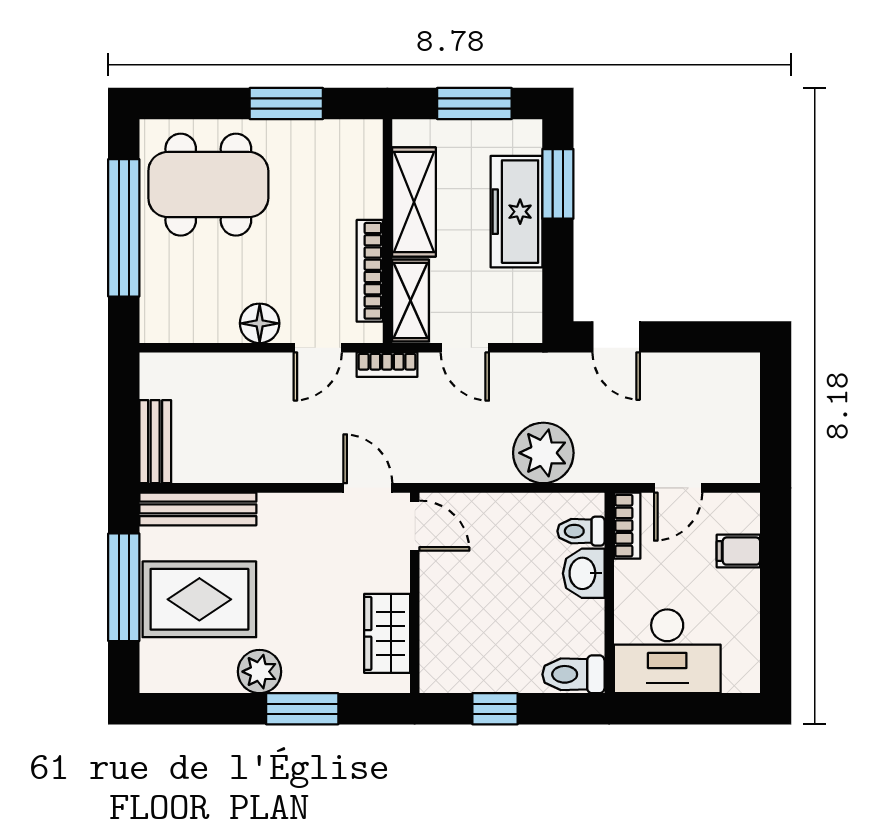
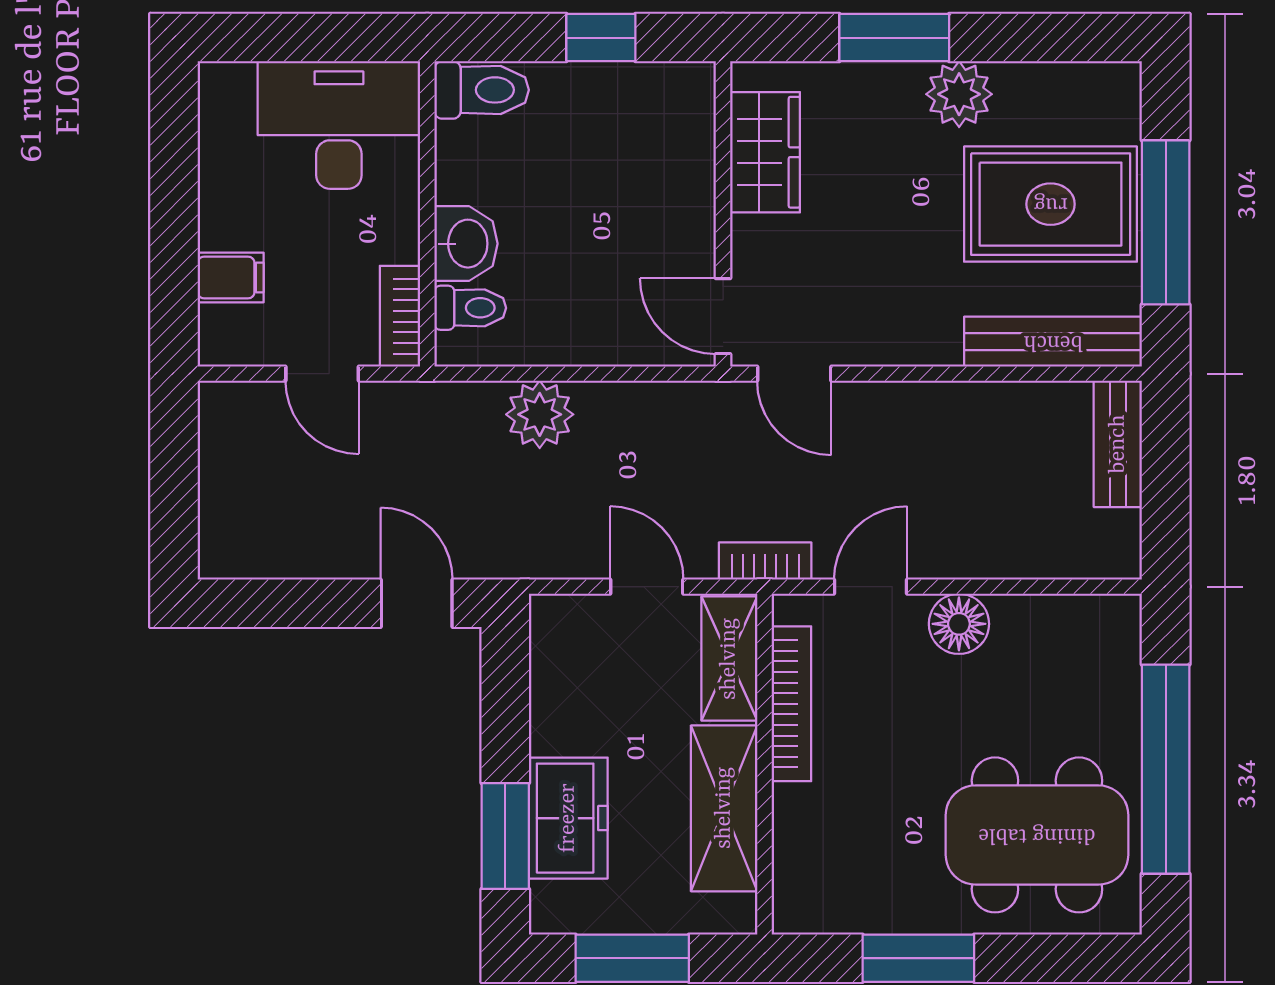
freezer: (516, 212) -> (568, 818), width x0.71
plant: (543, 453) -> (540, 414), width x0.73, depth x0.73
door: (678, 488) -> (322, 374), swing flipped

